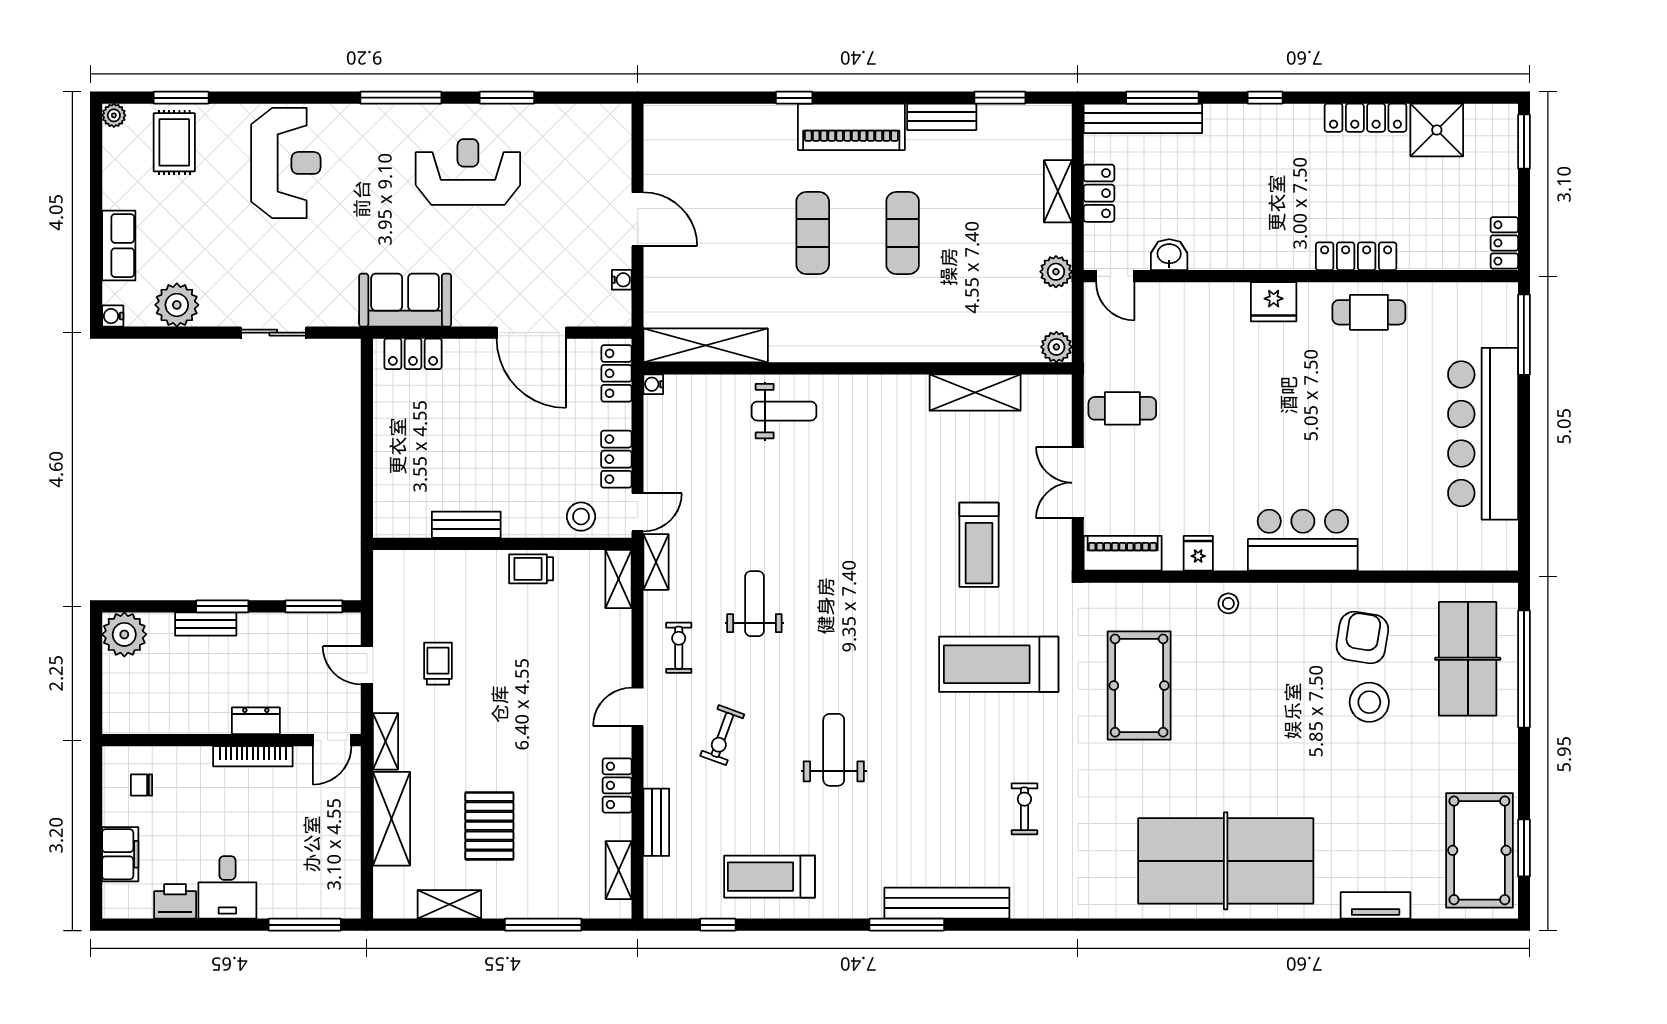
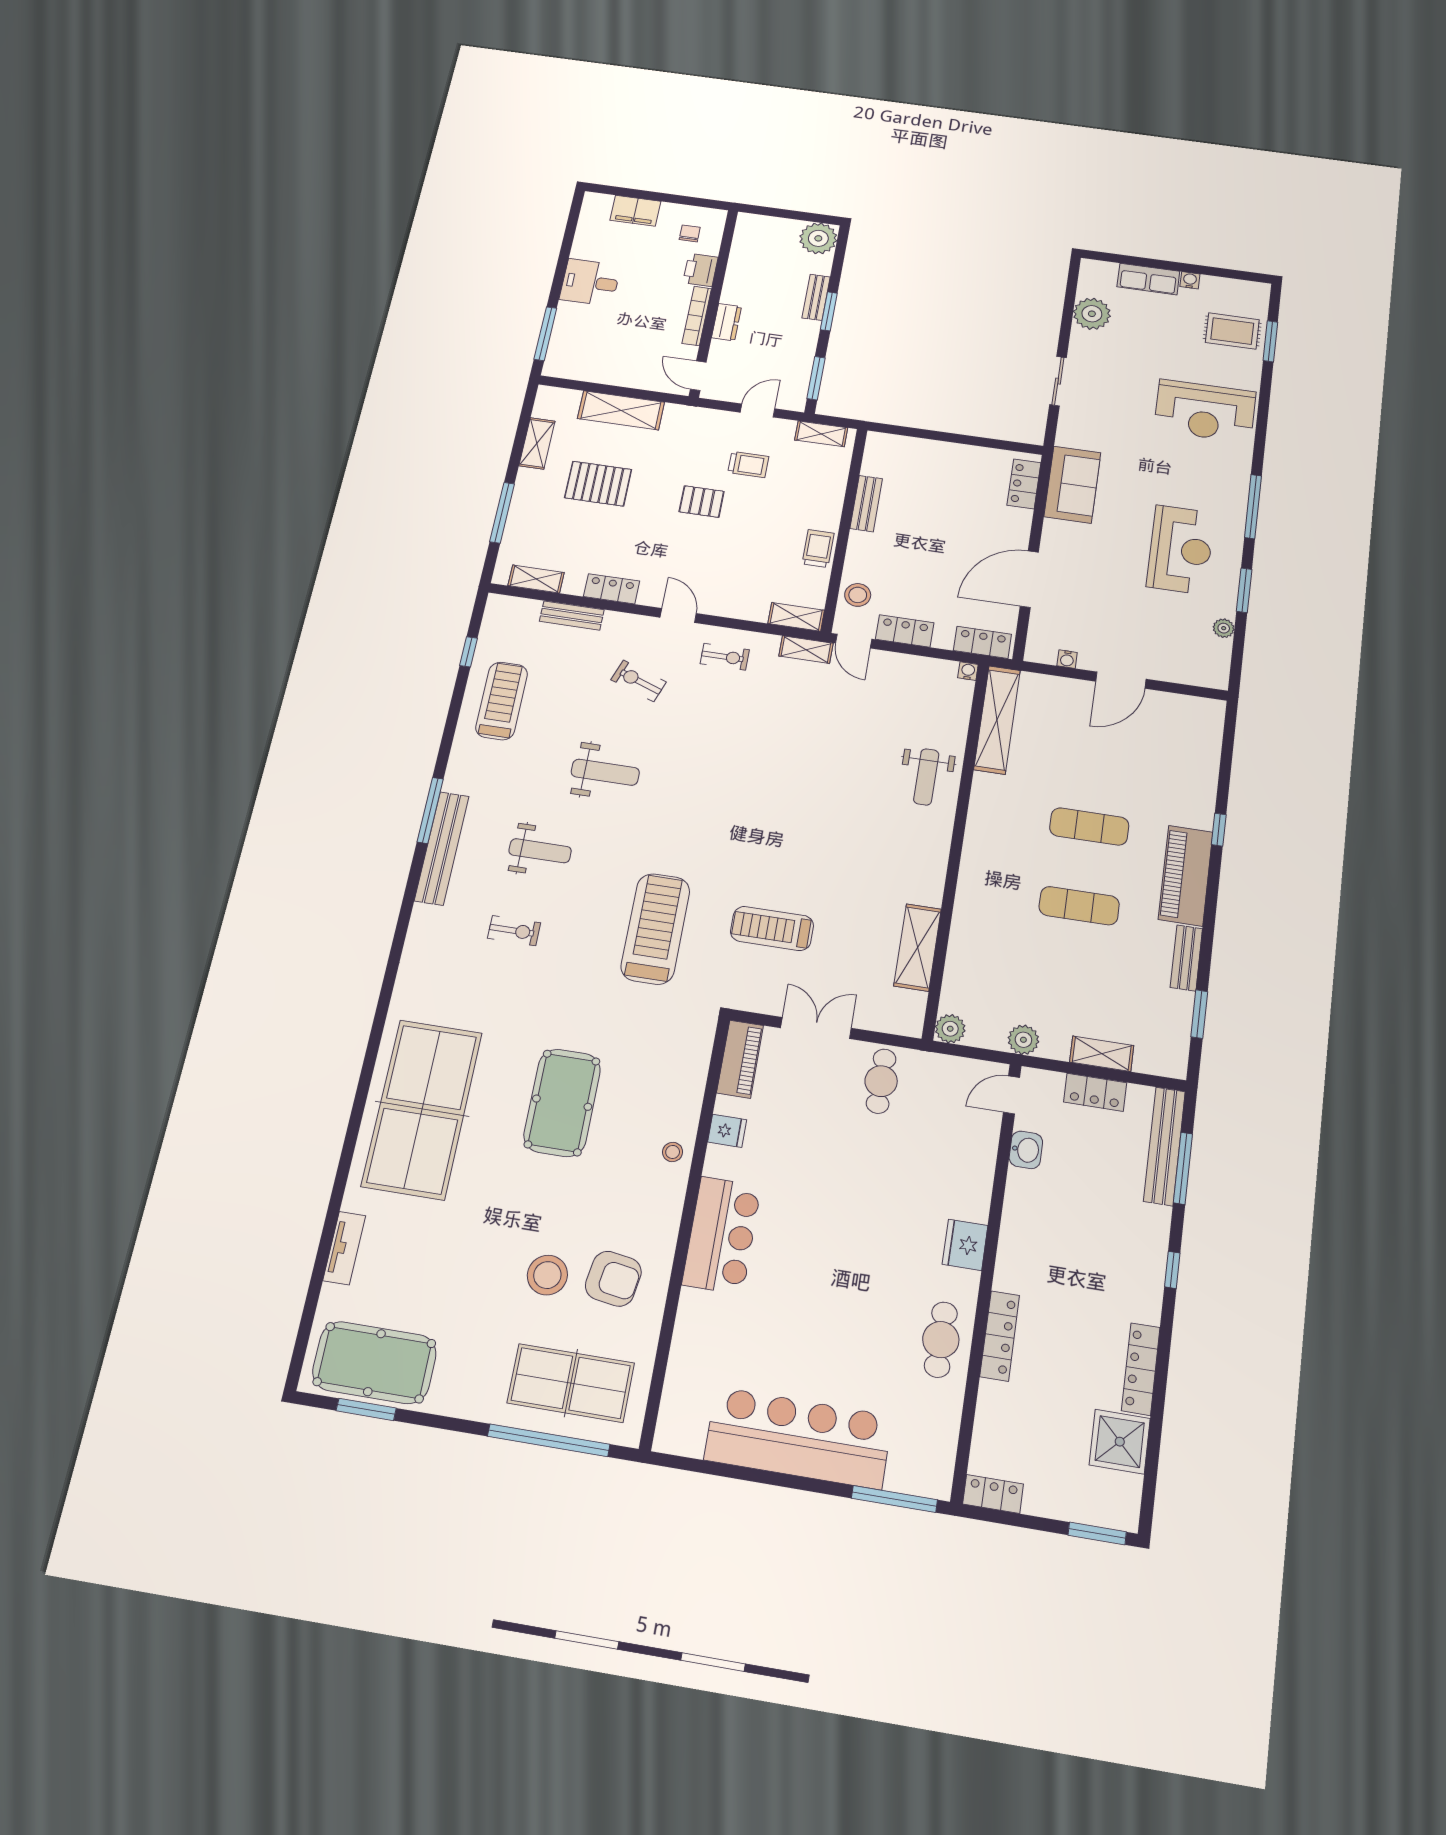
plant: (114, 115) -> (1224, 628), moved
water cooler: (113, 316) -> (1190, 280), moved
weight bench: (754, 604) -> (540, 851), moved
pool table: (1139, 686) -> (562, 1103), moved, turned 90
pallet: (493, 707) -> (702, 502), added
shelving: (386, 741) -> (821, 434), moved
printer: (175, 901) -> (700, 270), moved, turned 180

